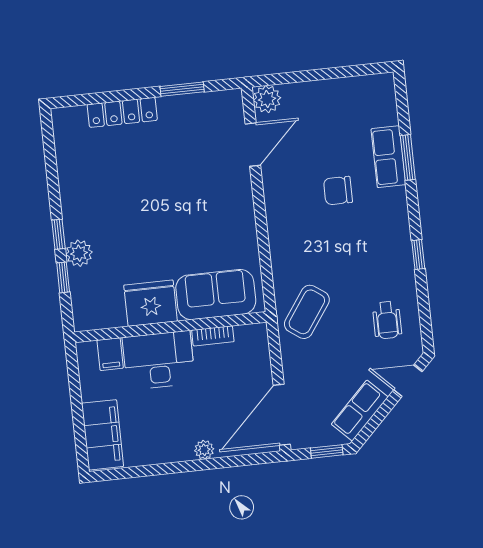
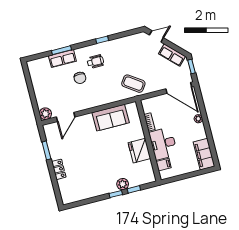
locker: (122, 112) -> (59, 169), width x0.66
door: (253, 145) -> (66, 117), swing flipped
sofa: (216, 295) -> (111, 118), moved, turned -90
wheelchair: (387, 320) -> (95, 62), moved
door: (408, 381) -> (156, 36), swing flipped
filing cabinet: (103, 435) -> (204, 154), moved, turned -90

